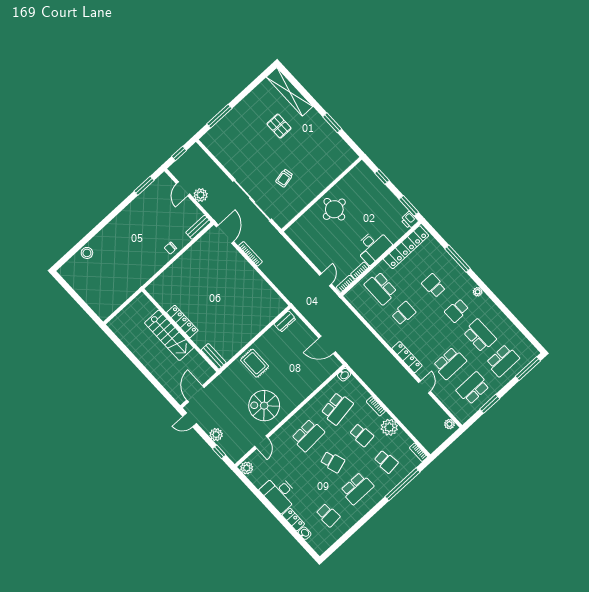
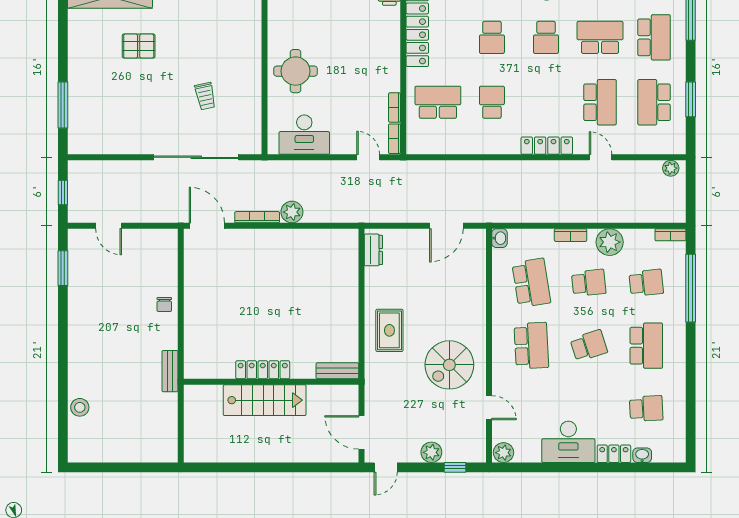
plant: (201, 195) -> (292, 212), moved
bench: (198, 227) -> (170, 371), moved
desk: (373, 246) -> (304, 135), moved, turned 90
school desk: (434, 286) -> (492, 37), turned -90
school desk: (381, 288) -> (438, 102), turned 180
rug: (255, 363) -> (389, 330), turned 90

